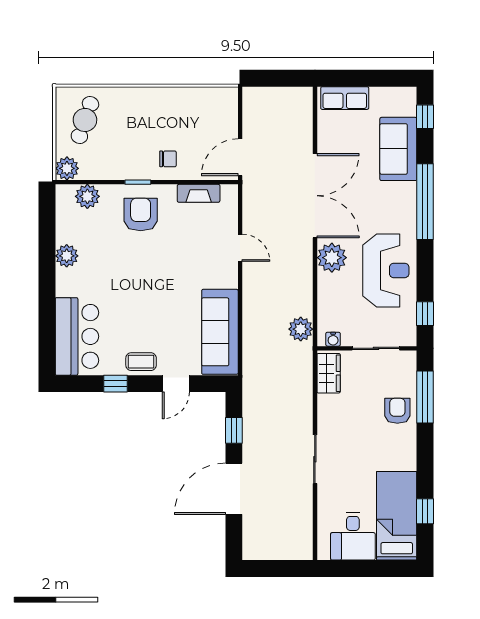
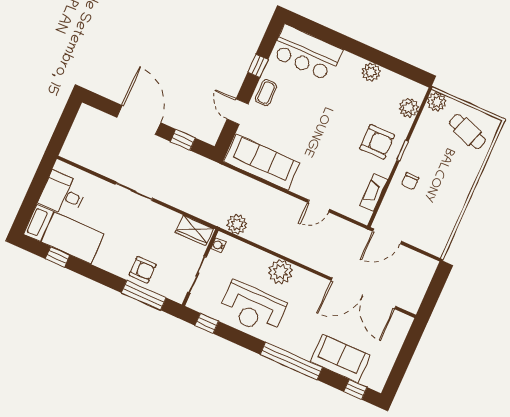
row of seats: (345, 98) -> (397, 335), removed
door: (240, 157) -> (387, 236), swing flipped
double door: (315, 196) -> (364, 293), moved

